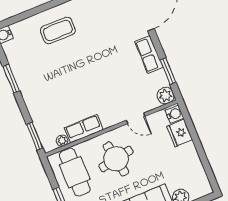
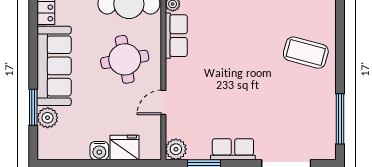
coffee table: (58, 30) -> (306, 53), turned -75
water cooler: (174, 114) -> (99, 151), moved

